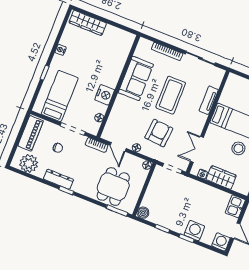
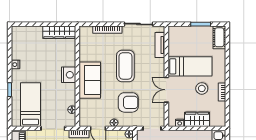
wardrobe: (88, 23) -> (59, 32), moved
sofa: (136, 78) -> (90, 80), moved
nightstand: (105, 95) -> (69, 75), moved
tv unit: (209, 100) -> (160, 45), moved
armchair: (159, 133) -> (128, 102), turned 85
double door: (197, 149) -> (166, 90), moved

